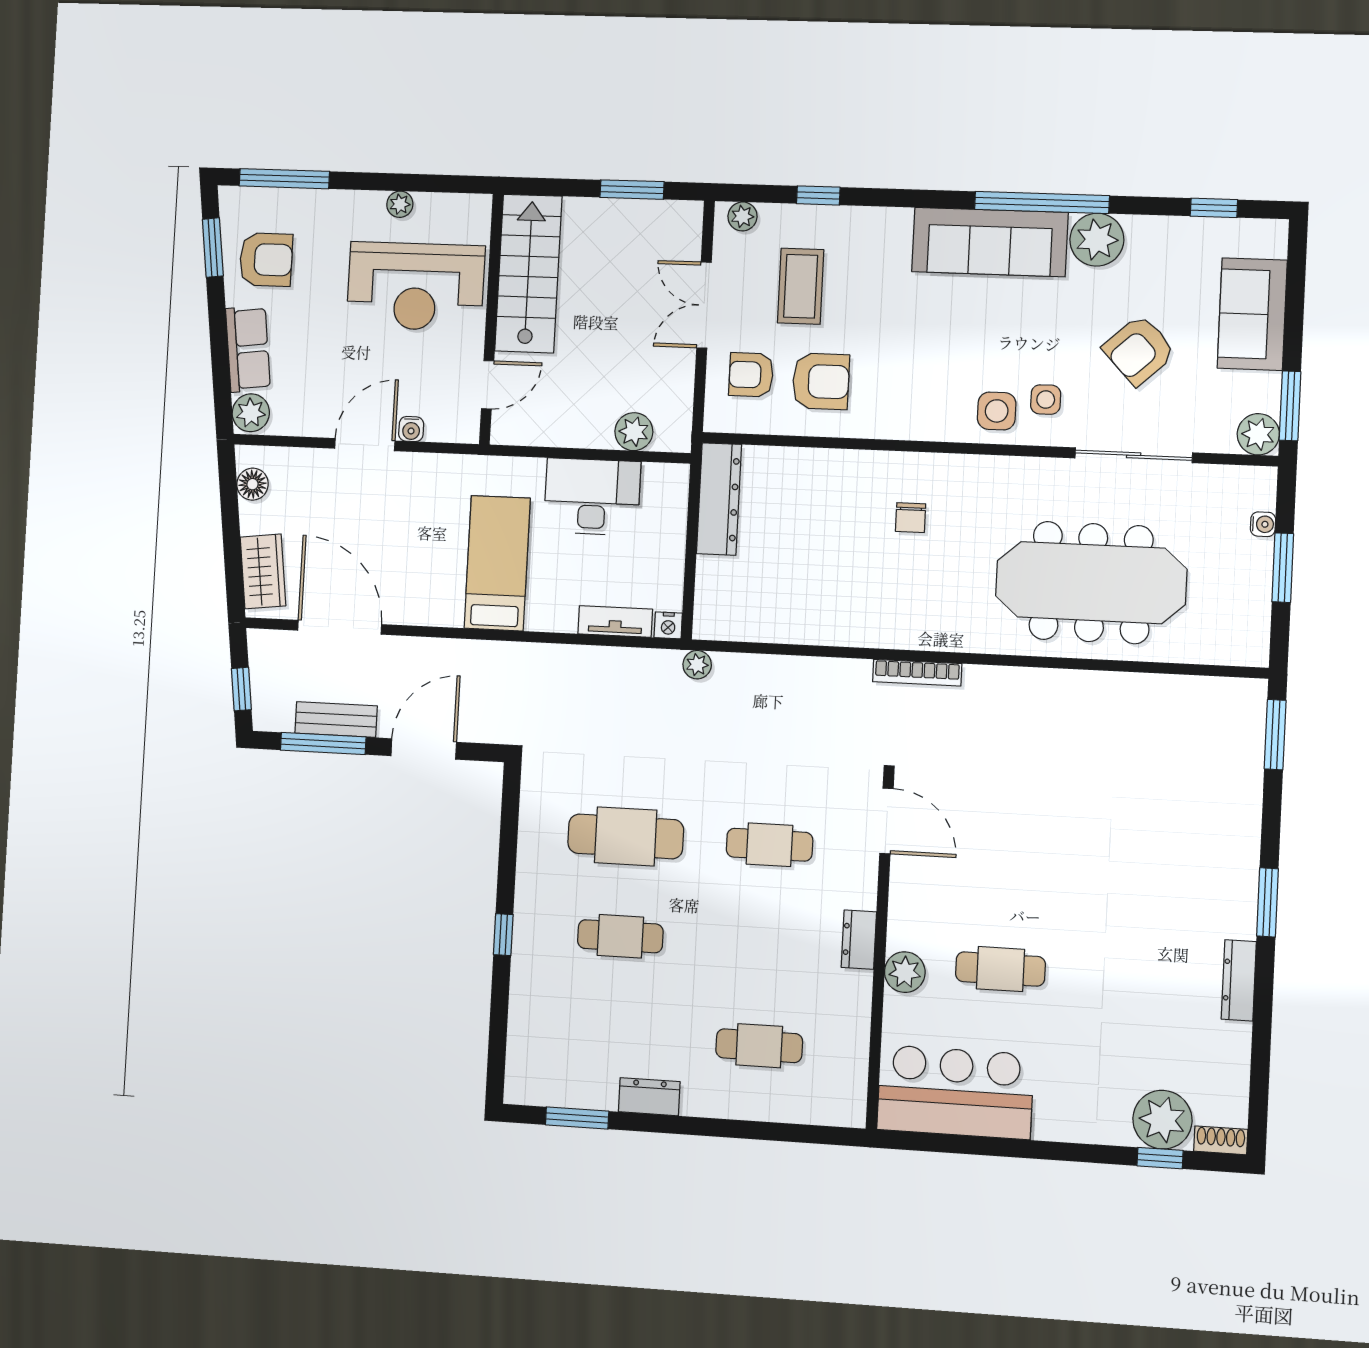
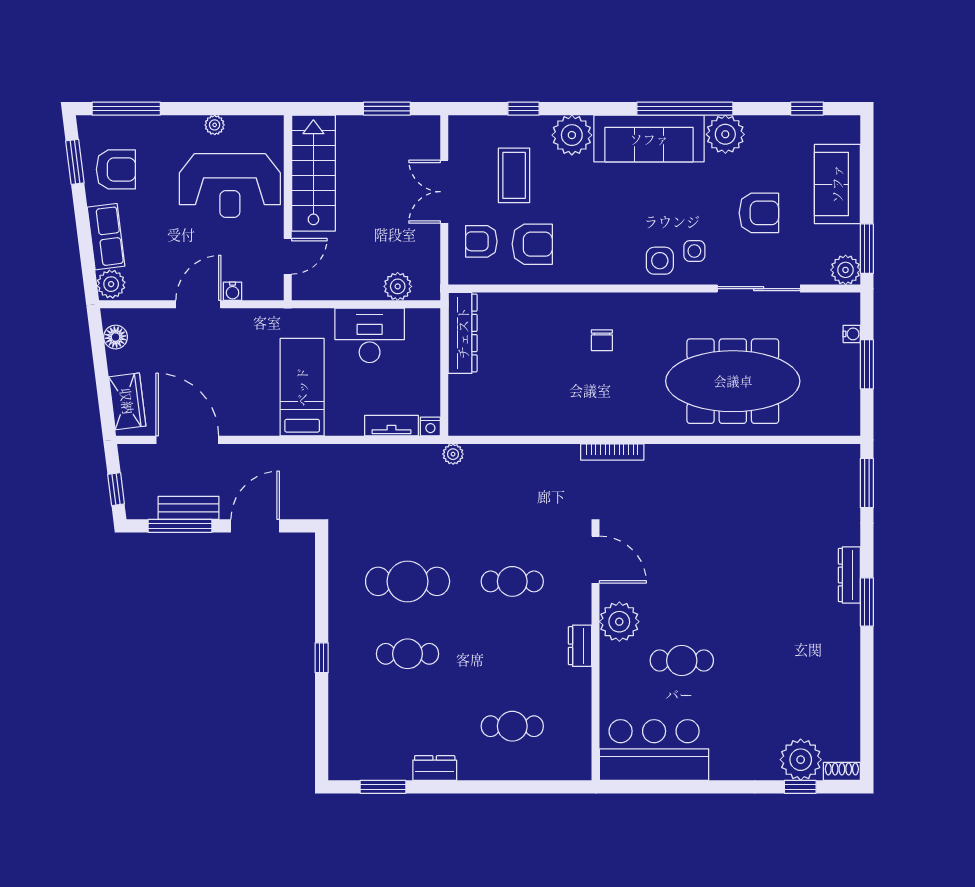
plant: (742, 216) -> (572, 135), moved, width x1.88, depth x1.88
armchair: (1139, 350) -> (759, 213), turned -137
plant: (905, 972) -> (619, 622), moved, width x1.36, depth x1.36
dresser: (1239, 980) -> (849, 575), moved

